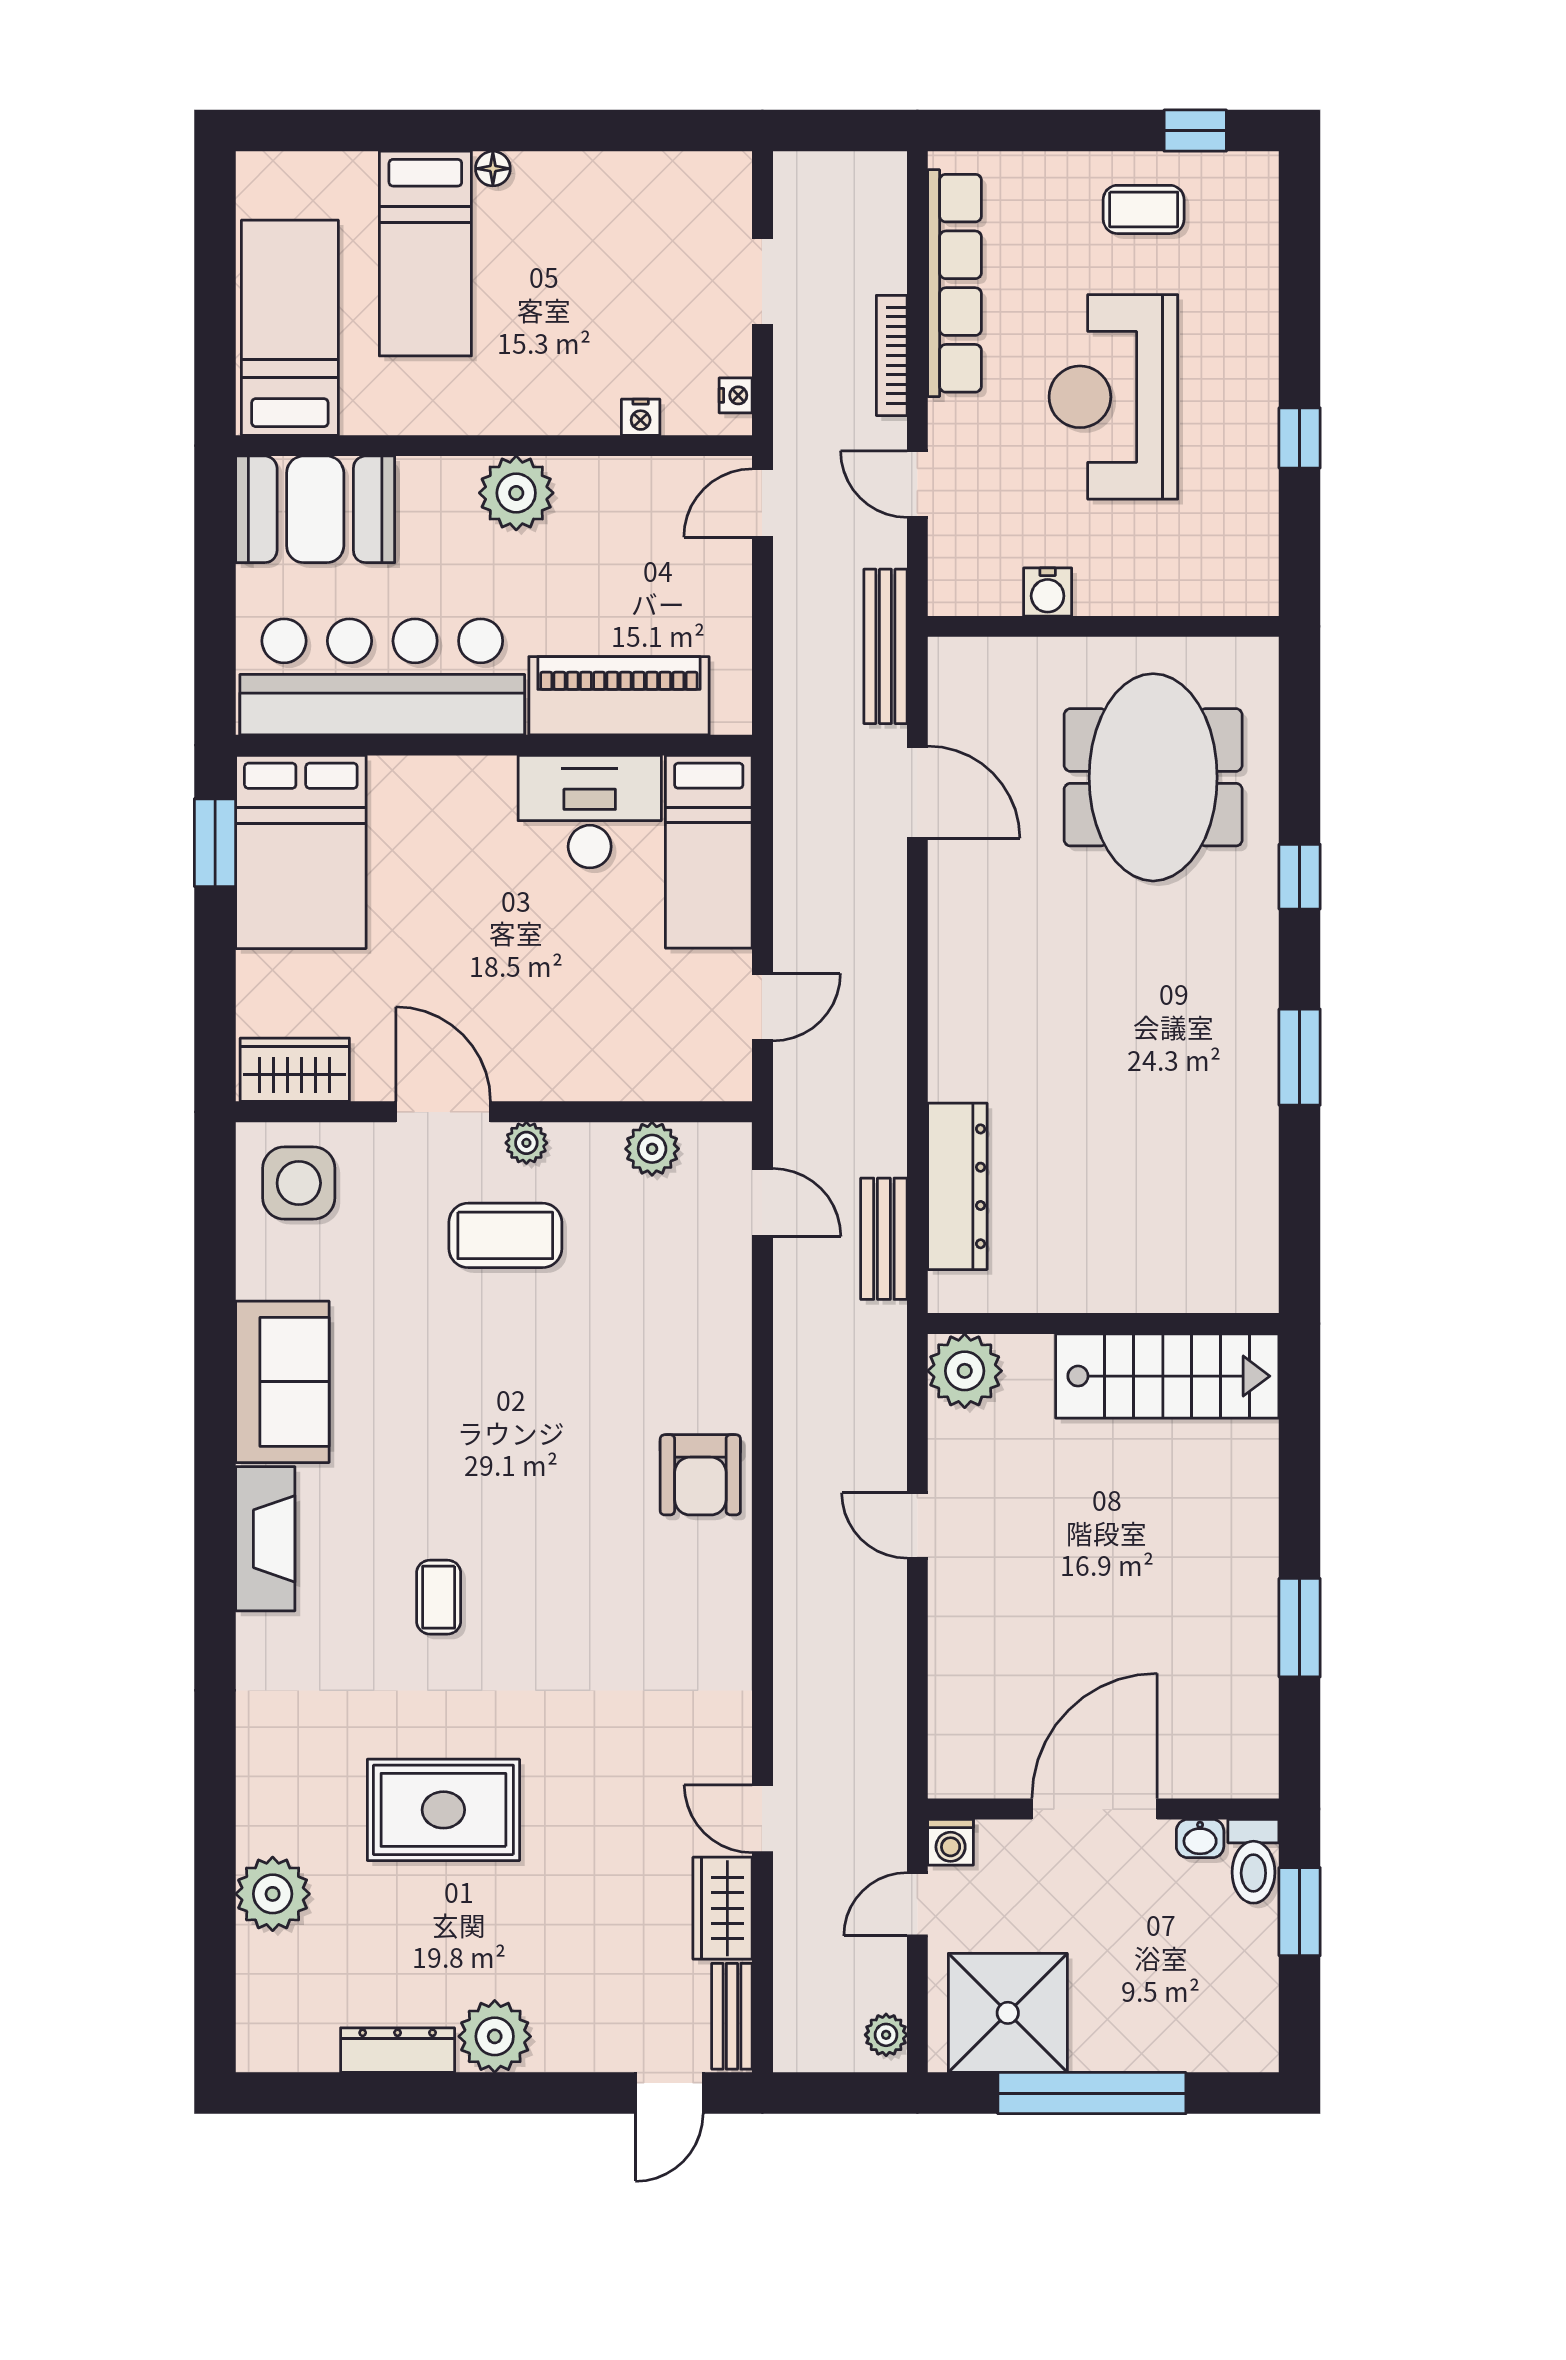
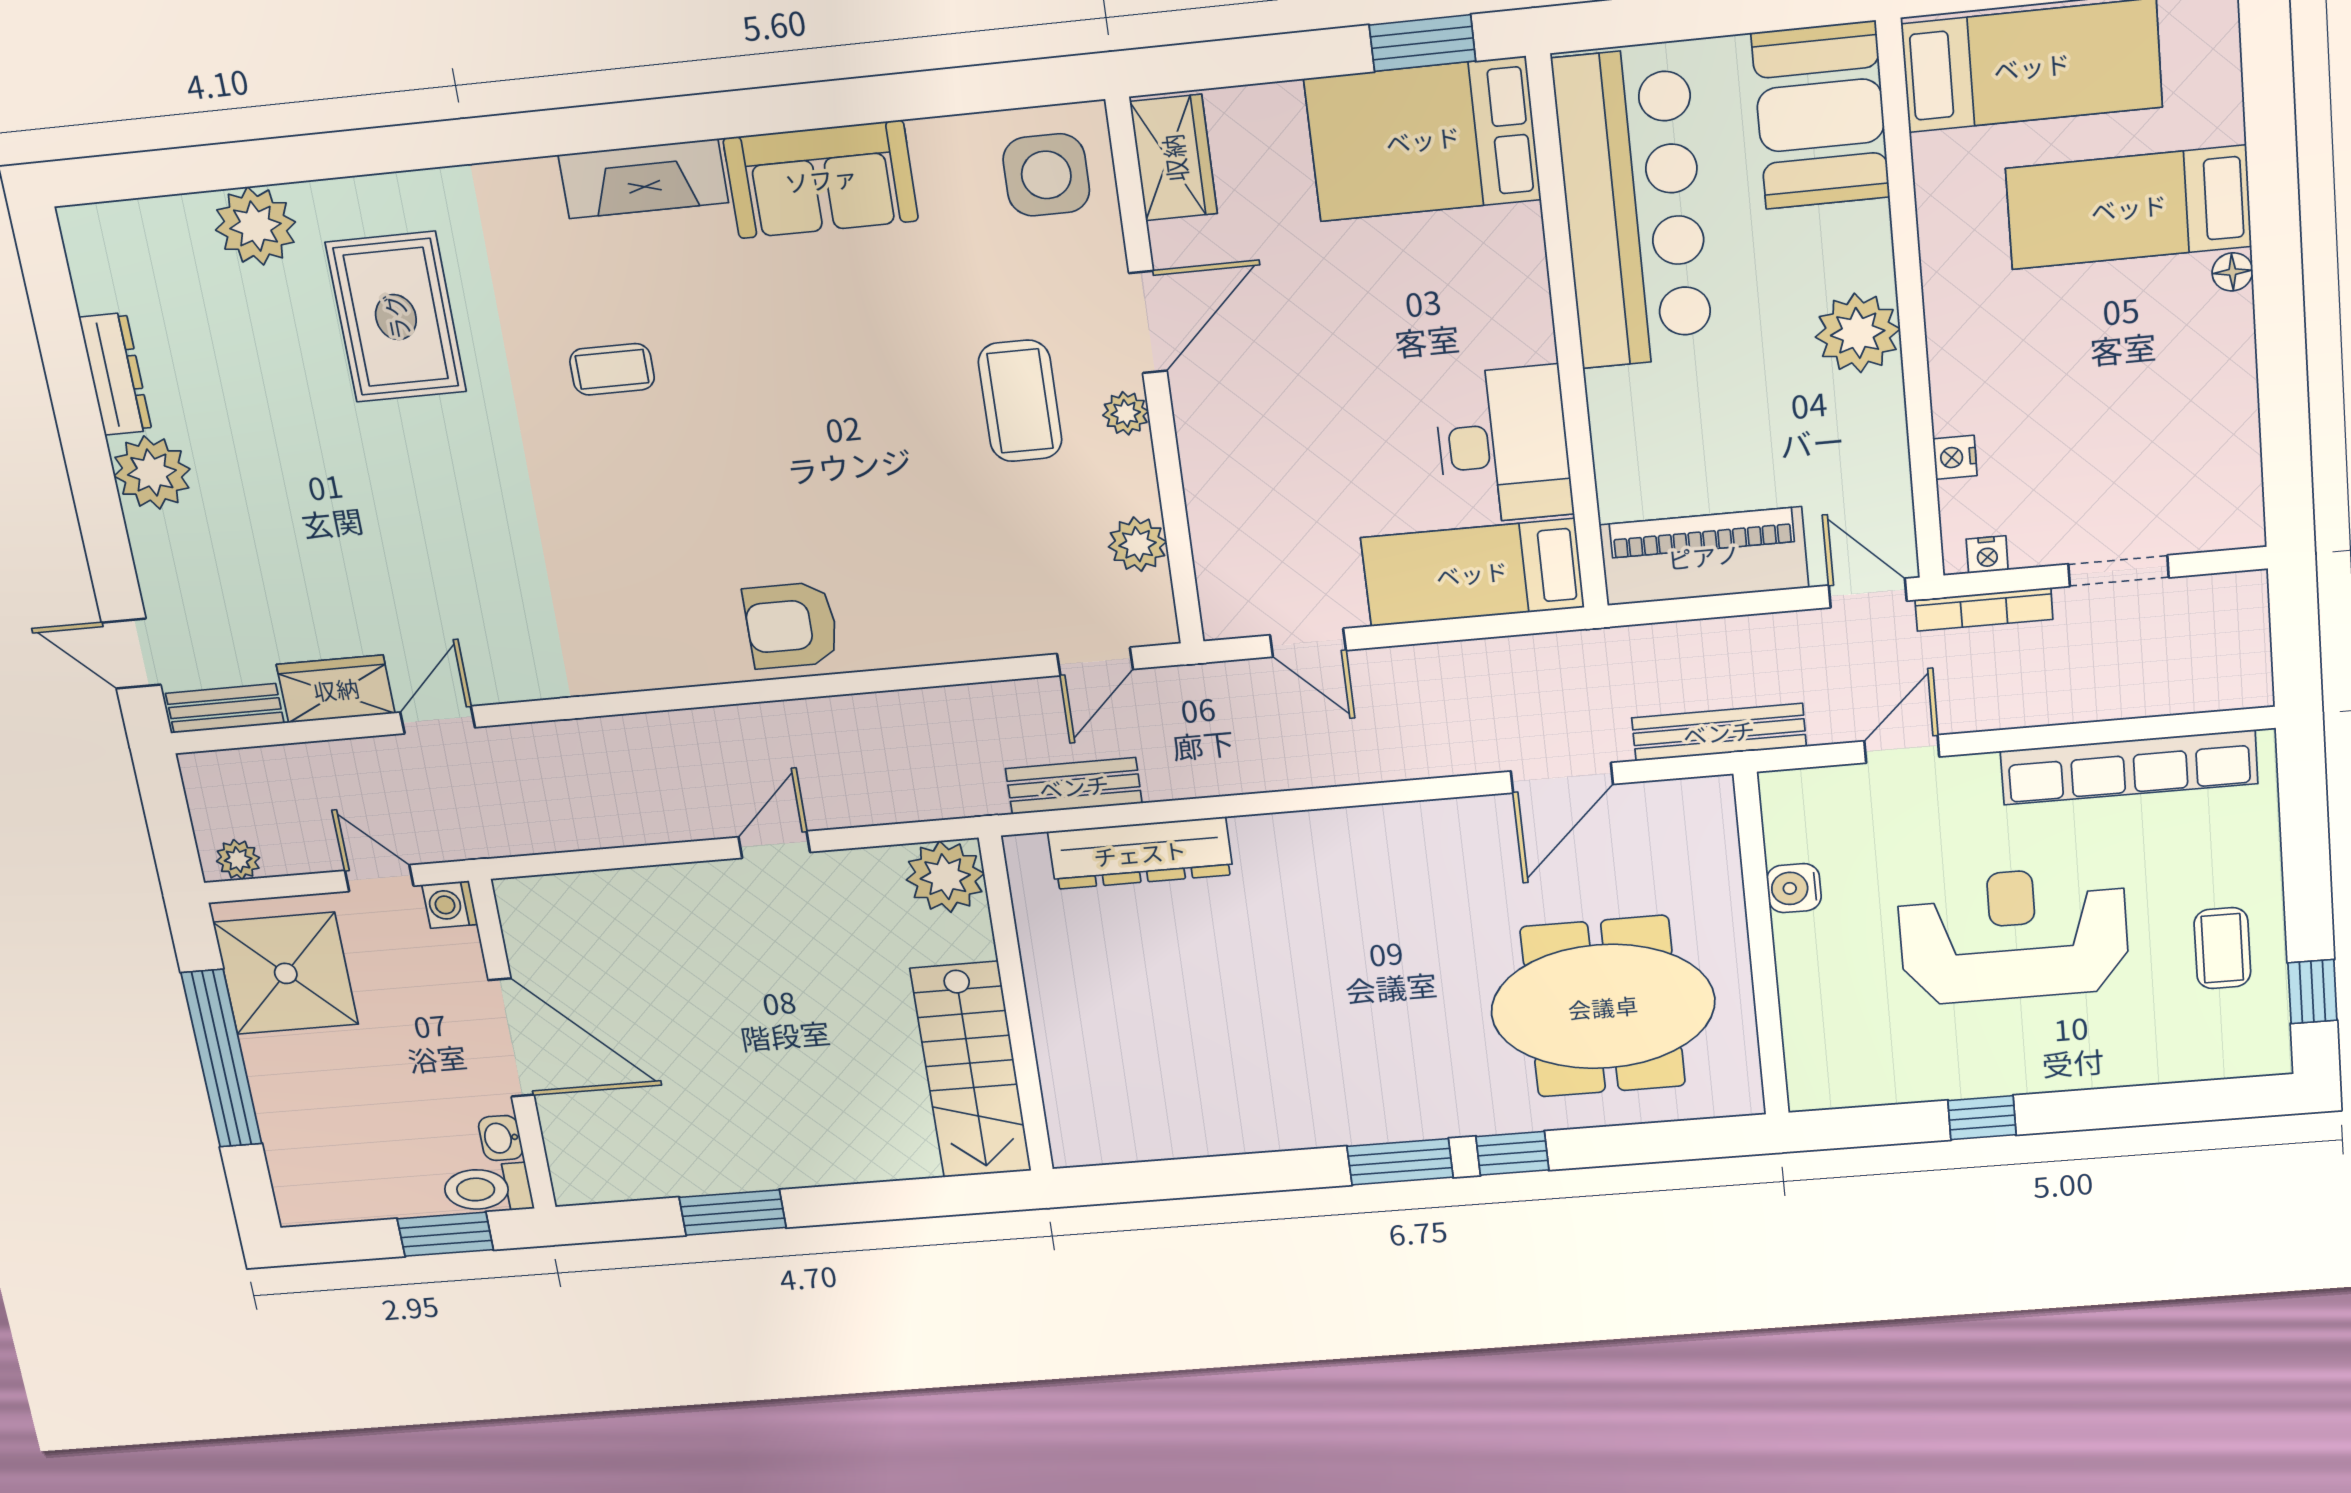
bookcase: (892, 355) -> (1984, 609), moved, turned 180
piano: (619, 696) -> (1704, 556), moved, turned -90
window: (1300, 1057) -> (1400, 1162), moved
rug: (443, 1810) -> (396, 317), moved

